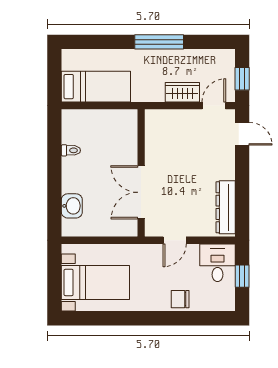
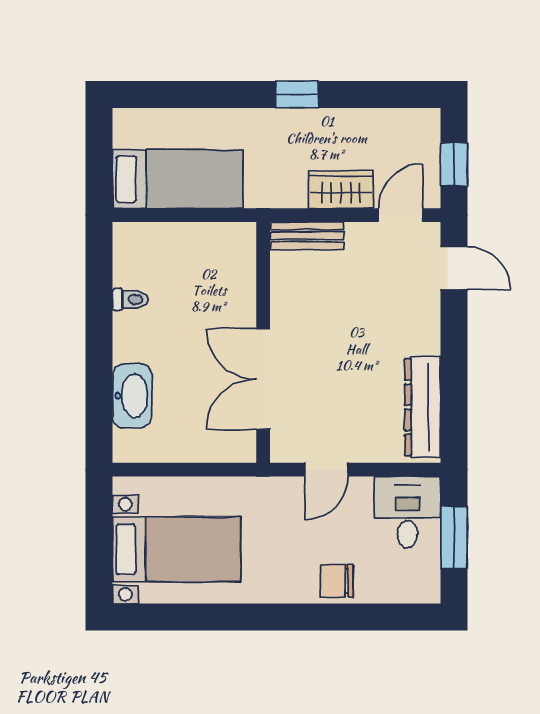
window: (159, 42) -> (297, 94), width x0.46
bench: (165, 117) -> (307, 236), added
washbasin: (72, 206) -> (132, 396), width x1.38
window: (242, 276) -> (454, 537), width x1.50

